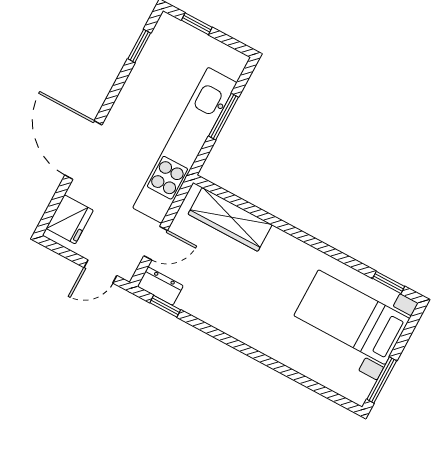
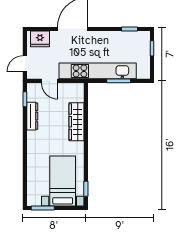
wardrobe: (230, 219) -> (76, 122), moved
door: (100, 271) -> (25, 64), hinge flipped
dresser: (160, 286) -> (32, 116), moved, width x1.44

